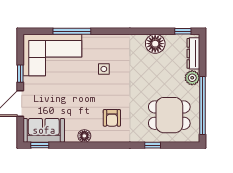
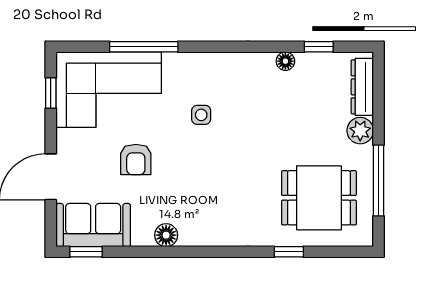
window: (183, 31) -> (319, 47), moved
floor lamp: (155, 44) -> (285, 61), width x0.53, depth x0.53
window: (20, 74) -> (51, 93), moved
window: (202, 105) -> (379, 181), width x0.68
armchair: (112, 118) -> (136, 160), moved

